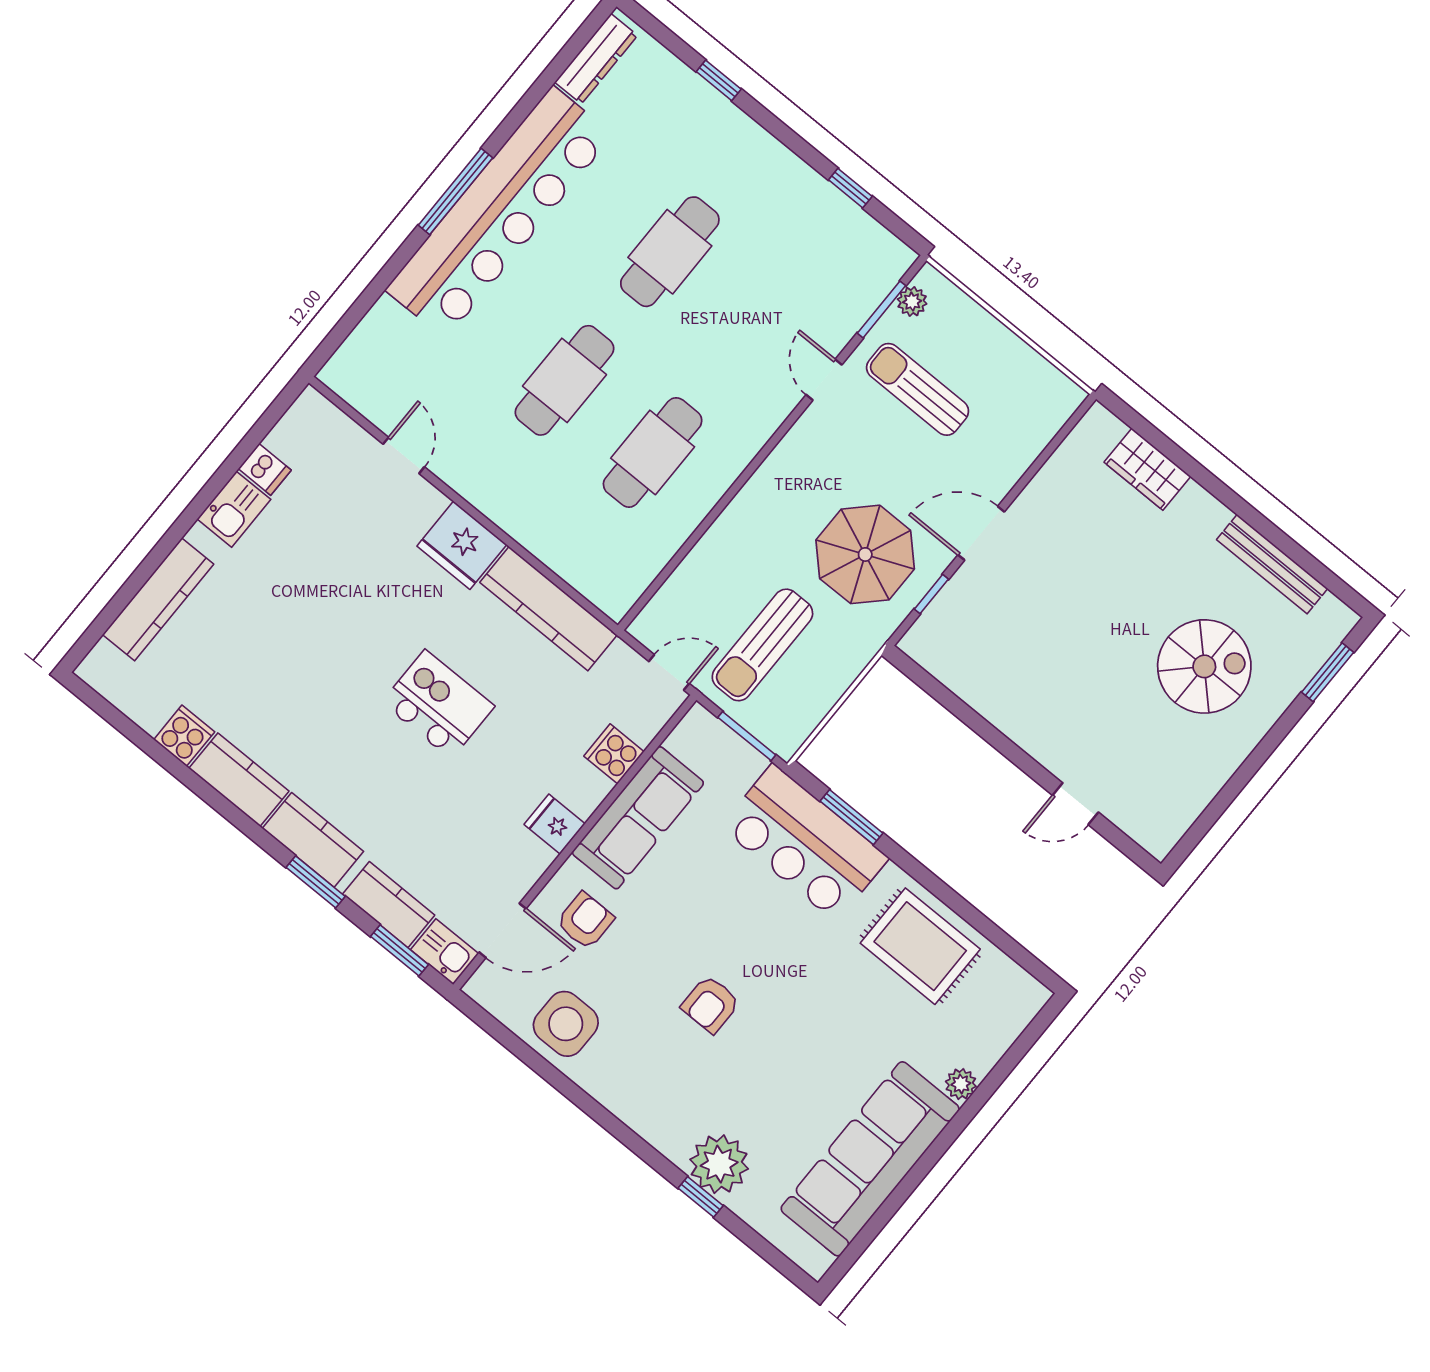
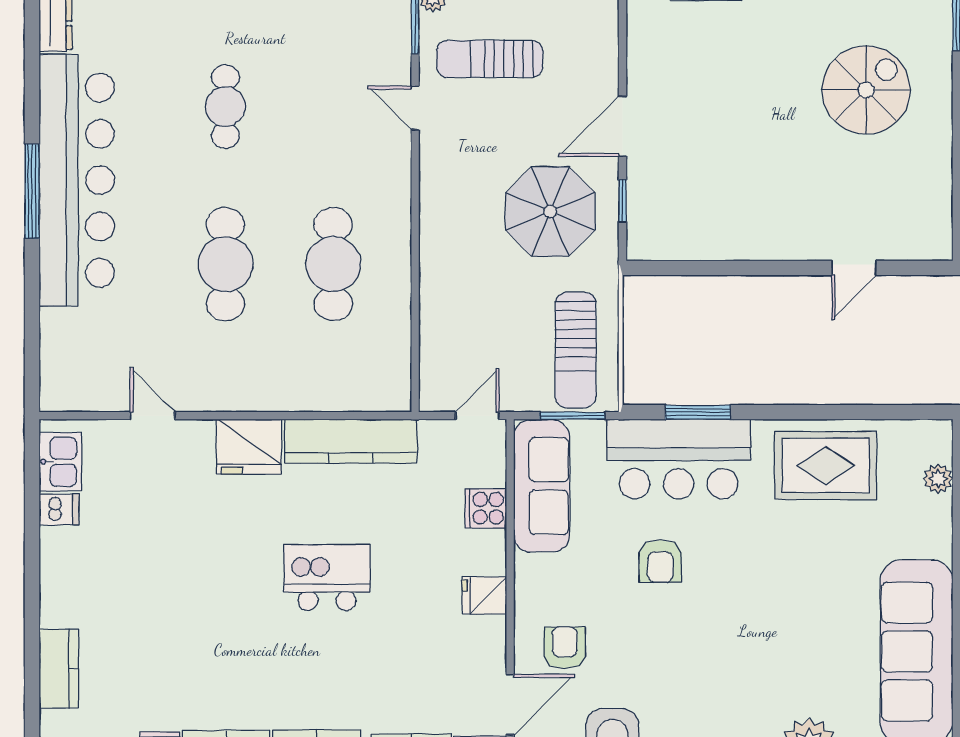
cafe table: (670, 252) -> (225, 107), width x0.73, depth x0.74
kitchen sink: (234, 509) -> (60, 462), moved
kitchen counter: (158, 599) -> (59, 669), width x0.67
sun lounger: (762, 645) -> (576, 350), moved
sofa: (638, 818) -> (542, 486), moved
armchair: (711, 1004) -> (660, 561), moved
plant: (961, 1084) -> (938, 479), moved

